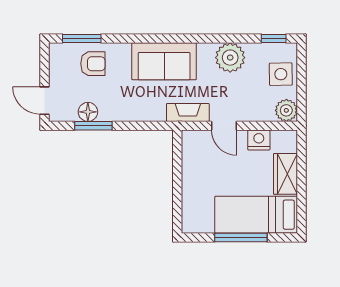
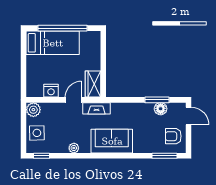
plant: (230, 58) -> (74, 148), width x0.53, depth x0.53
armchair: (93, 64) -> (173, 136), moved
door: (224, 126) -> (73, 100), hinge flipped
wardrobe: (286, 174) -> (93, 84), moved, turned 180
window: (241, 238) -> (62, 28), width x1.46

